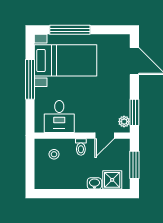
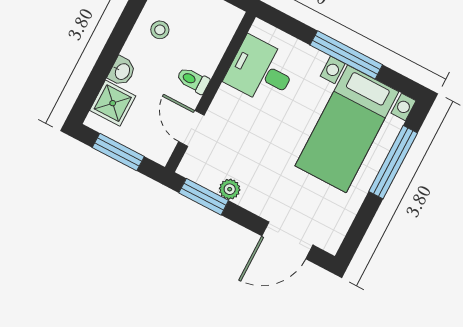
plant: (124, 122) -> (230, 189), moved
stool: (54, 154) -> (160, 30), moved

